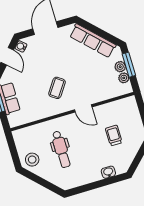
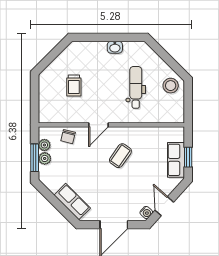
row of seats: (93, 41) -> (72, 202), width x0.68
chair: (106, 91) -> (68, 137), added
door: (83, 108) -> (98, 125), swing flipped
washbasin: (108, 172) -> (115, 47), moved

